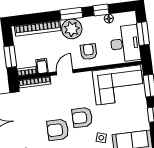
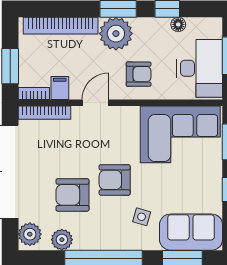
armchair: (89, 52) -> (139, 74), turned 90

